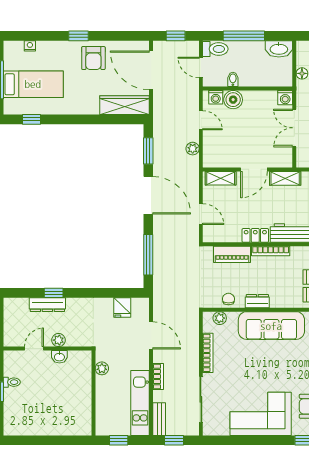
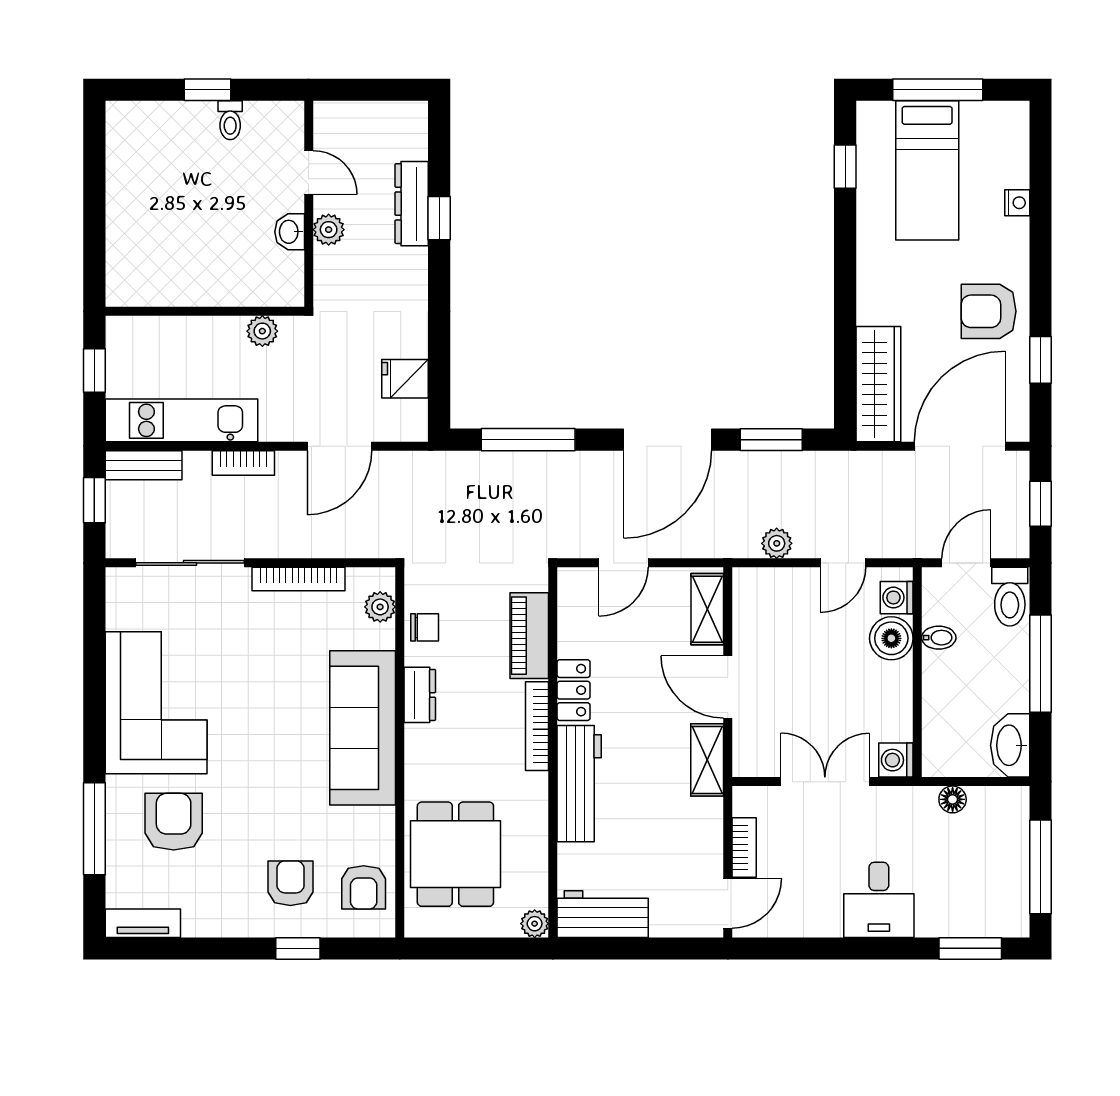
window: (78, 36) -> (1041, 360), moved
nightstand: (30, 46) -> (1017, 203), moved

